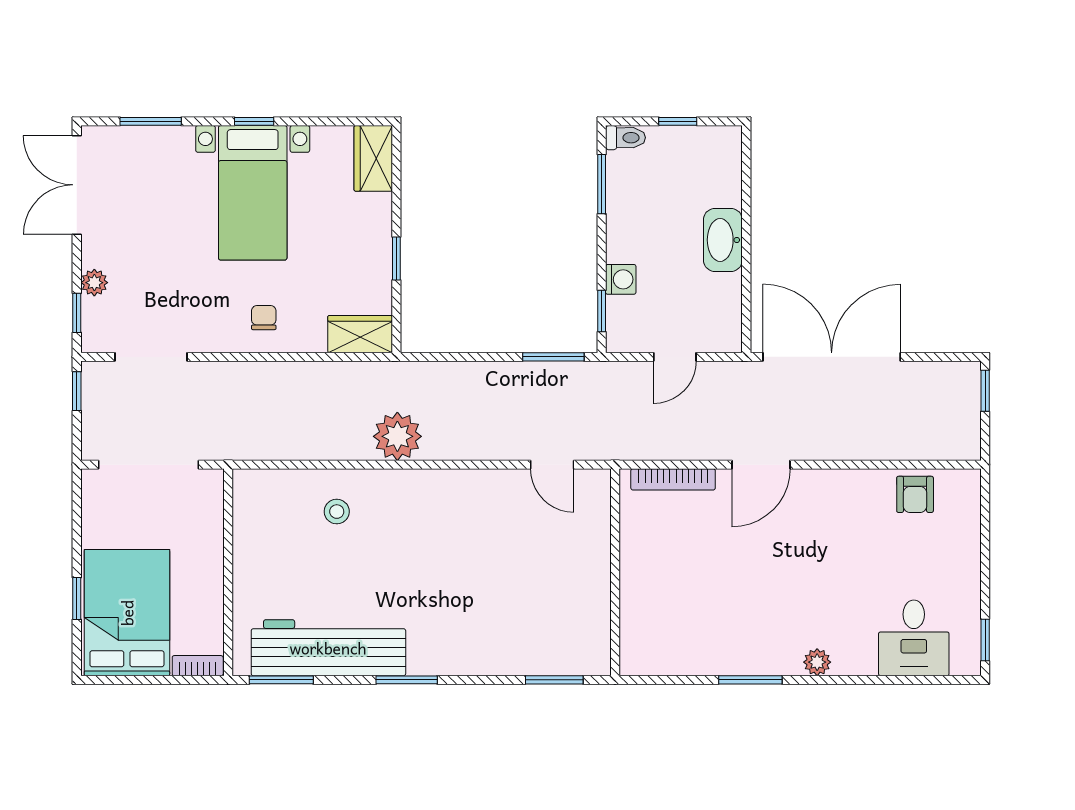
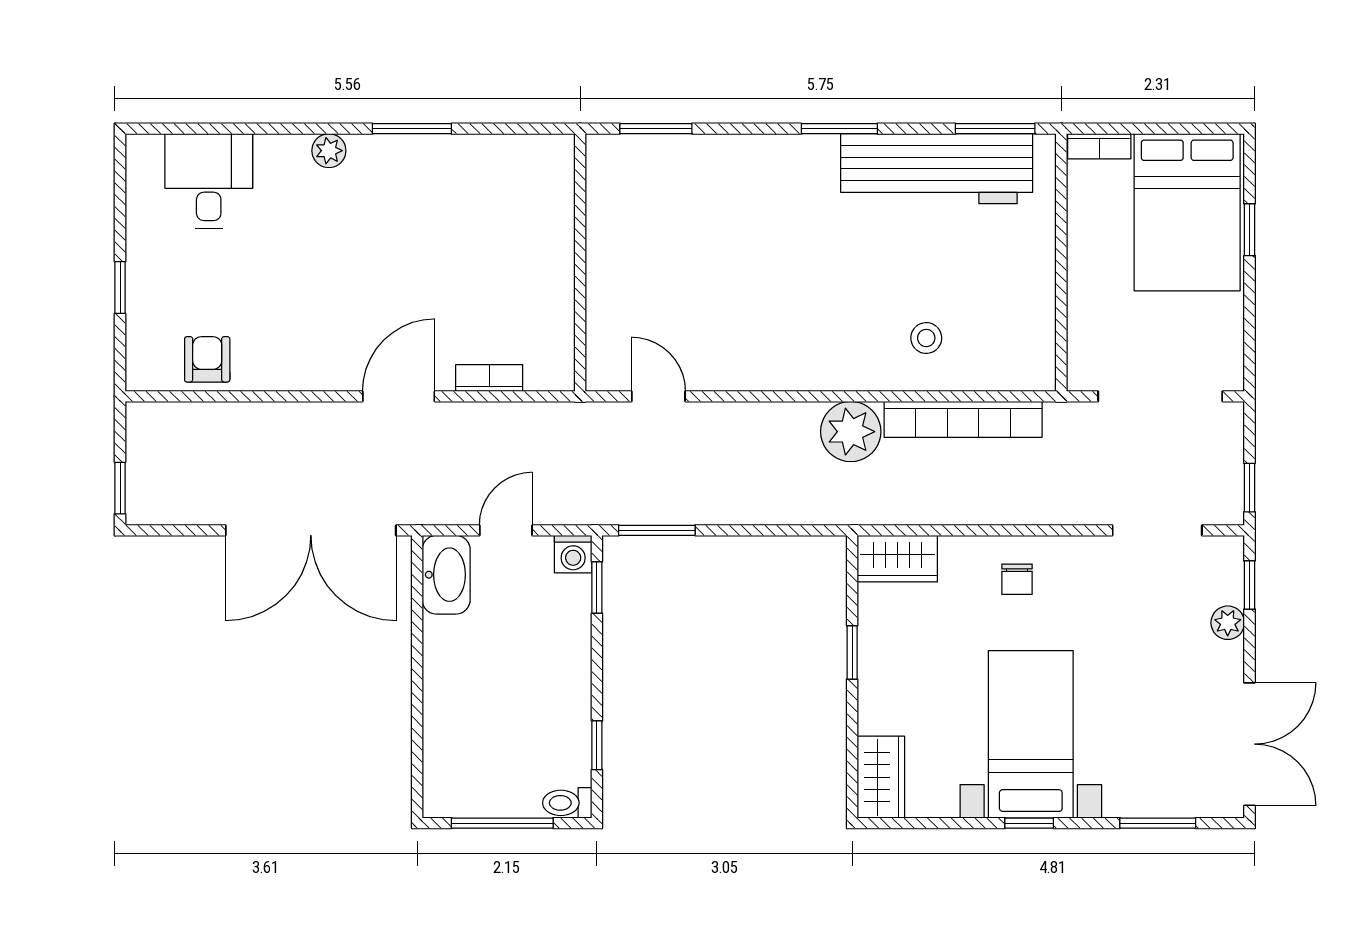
window: (678, 121) -> (502, 823), width x2.17
window: (602, 184) -> (597, 745), width x0.67
washbasin: (723, 240) -> (446, 575), moved
washing machine: (621, 279) -> (573, 554), moved, turned -90
bookcase: (307, 446) -> (963, 419), added
bookcase: (673, 479) -> (489, 378), width x0.64
window: (985, 640) -> (120, 287), moved

